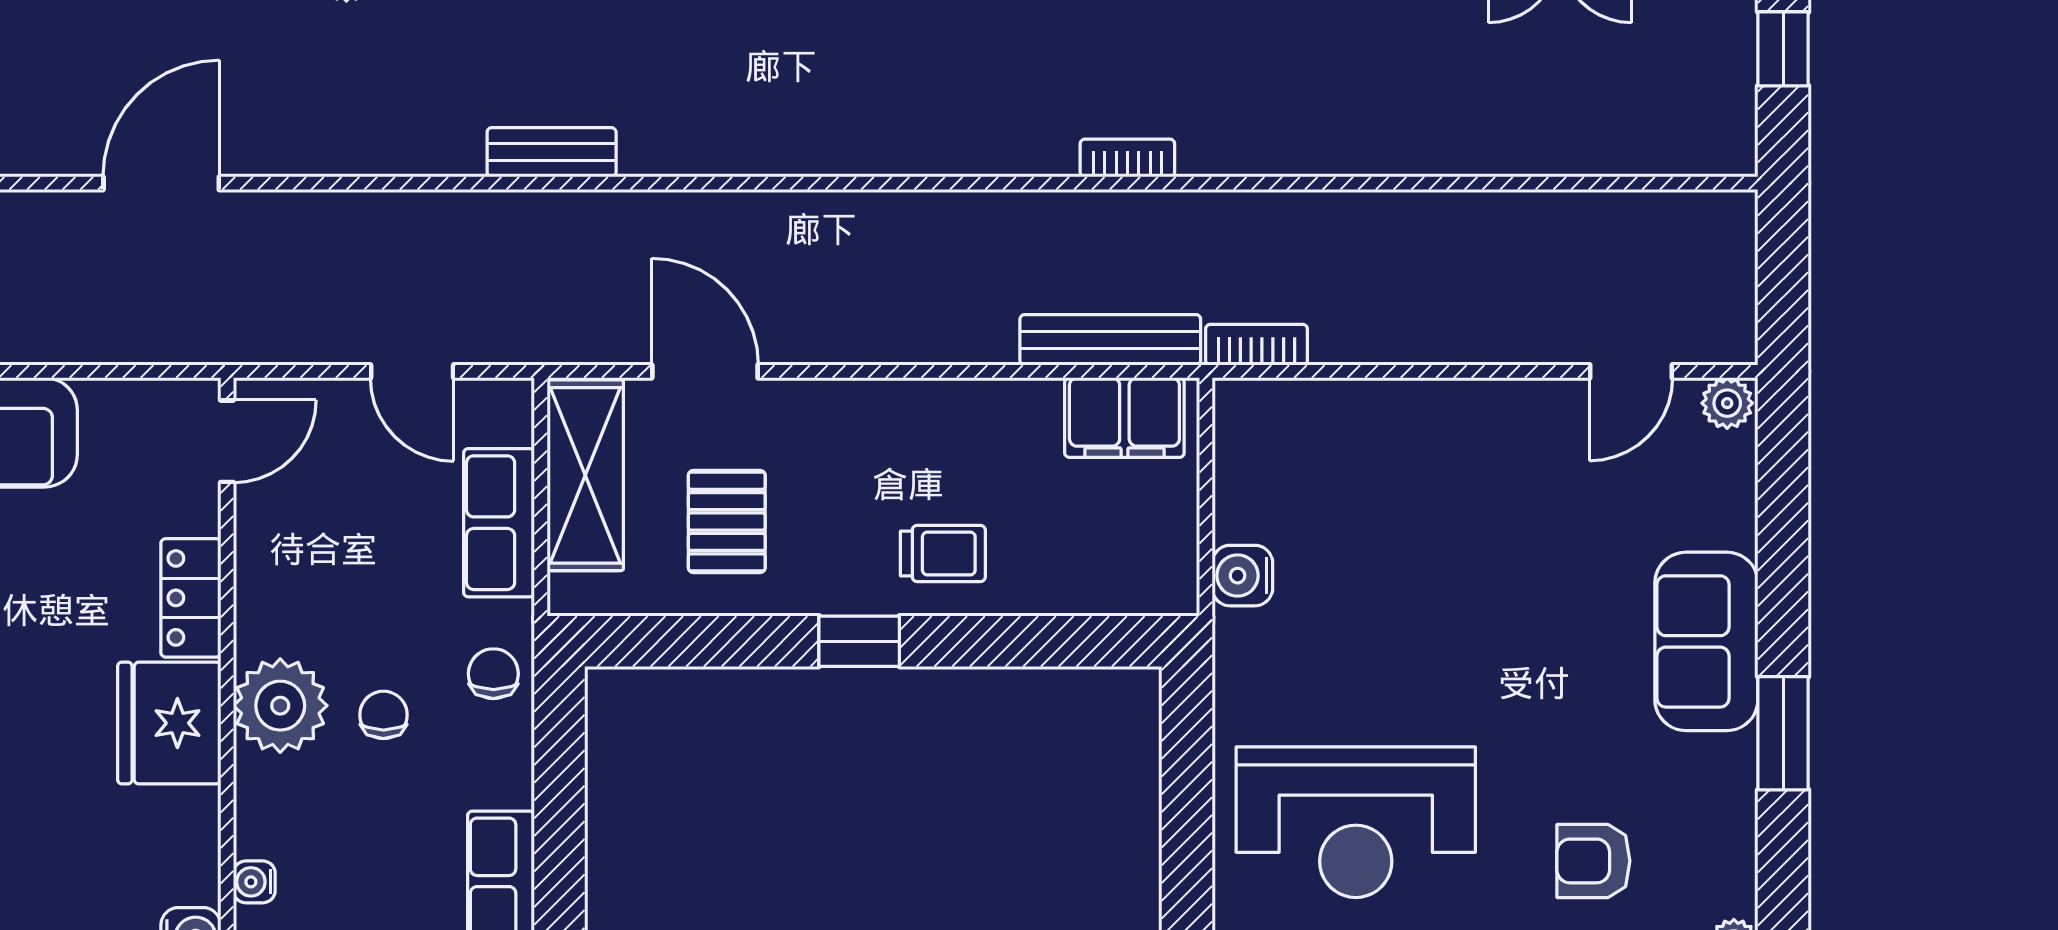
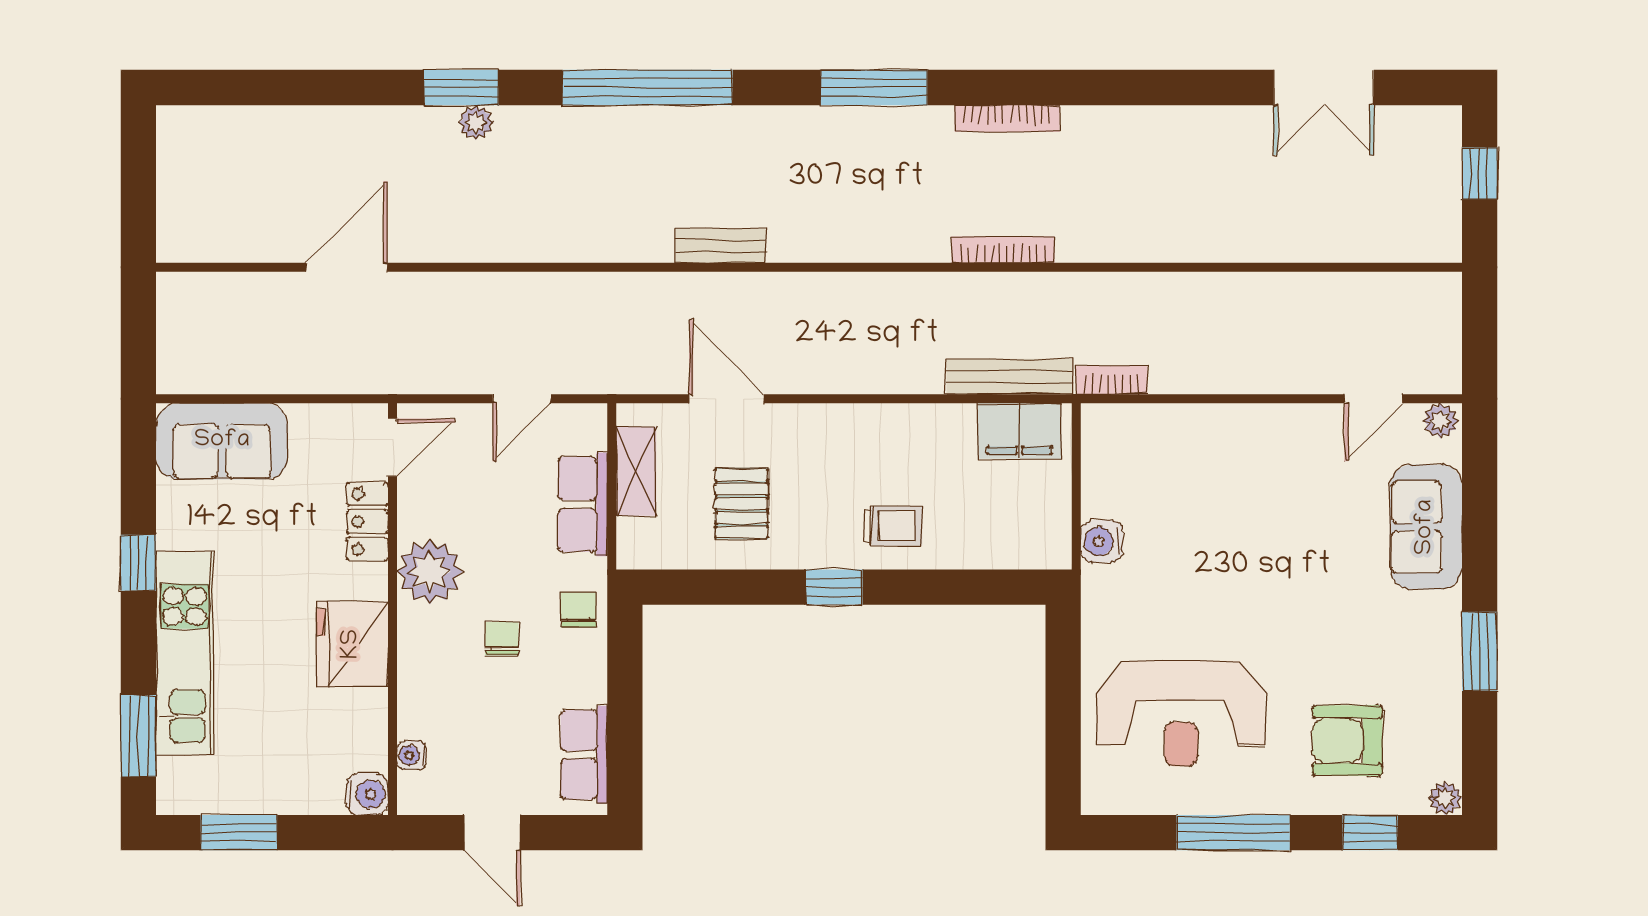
bench: (552, 152) -> (721, 246), moved
bookcase: (1127, 158) -> (1003, 250), width x1.56
door: (412, 371) -> (522, 399), hinge flipped
shelving: (585, 475) -> (636, 471), width x0.67, depth x0.75
locker: (191, 598) -> (367, 522), moved
sofa: (1706, 641) -> (1426, 527), moved
plant: (280, 706) -> (430, 572), moved
armchair: (1593, 861) -> (1347, 741), width x1.38, depth x1.38

